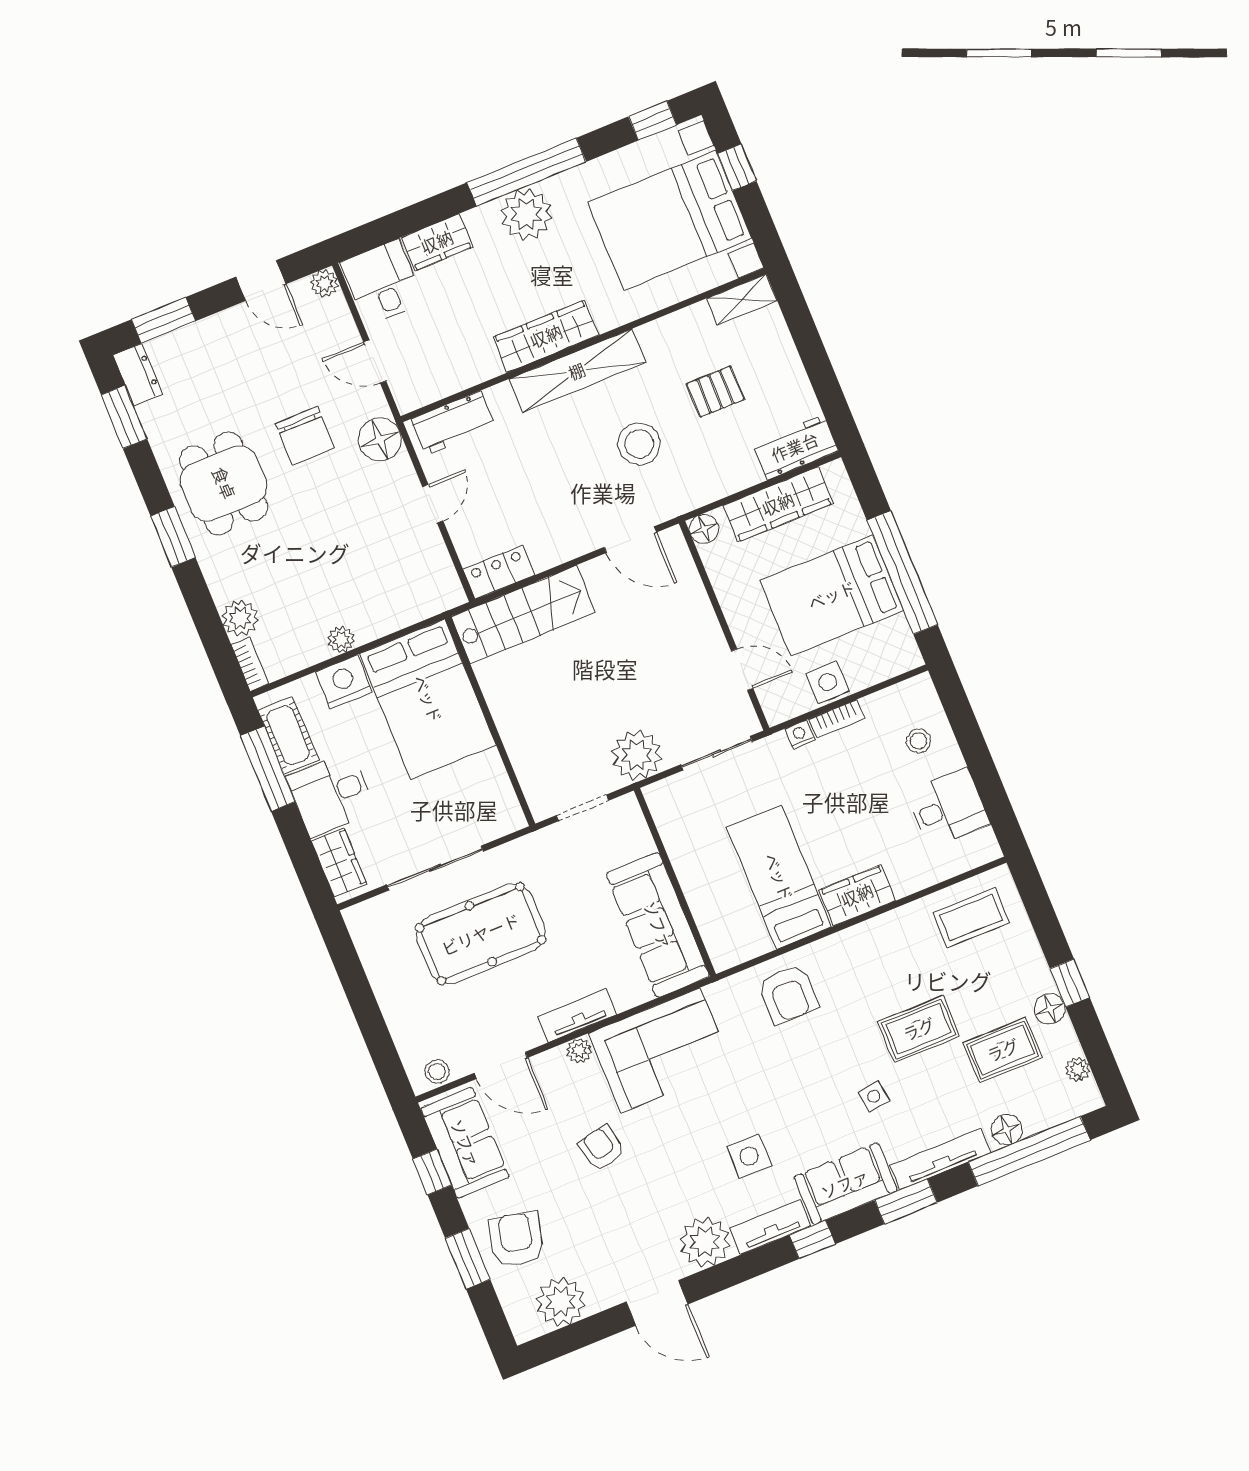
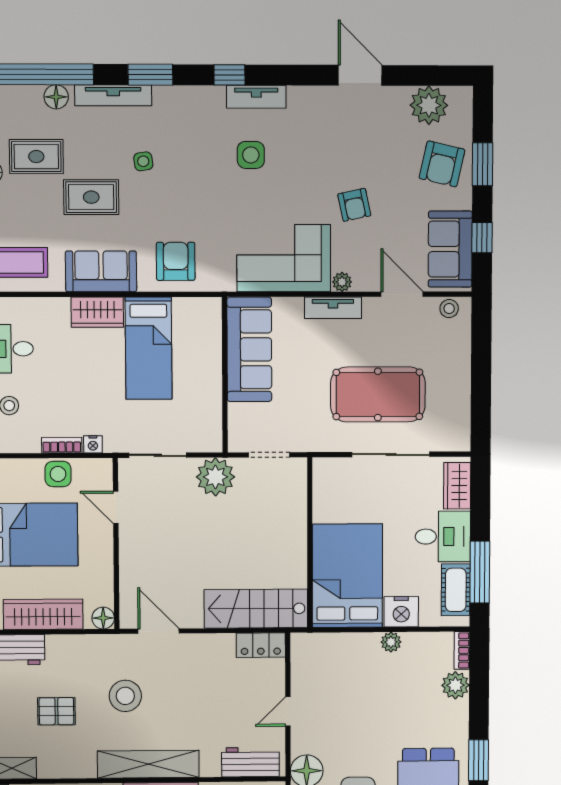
sofa: (845, 1184) -> (101, 271), moved, turned 180
plant: (705, 1242) -> (308, 106), removed

